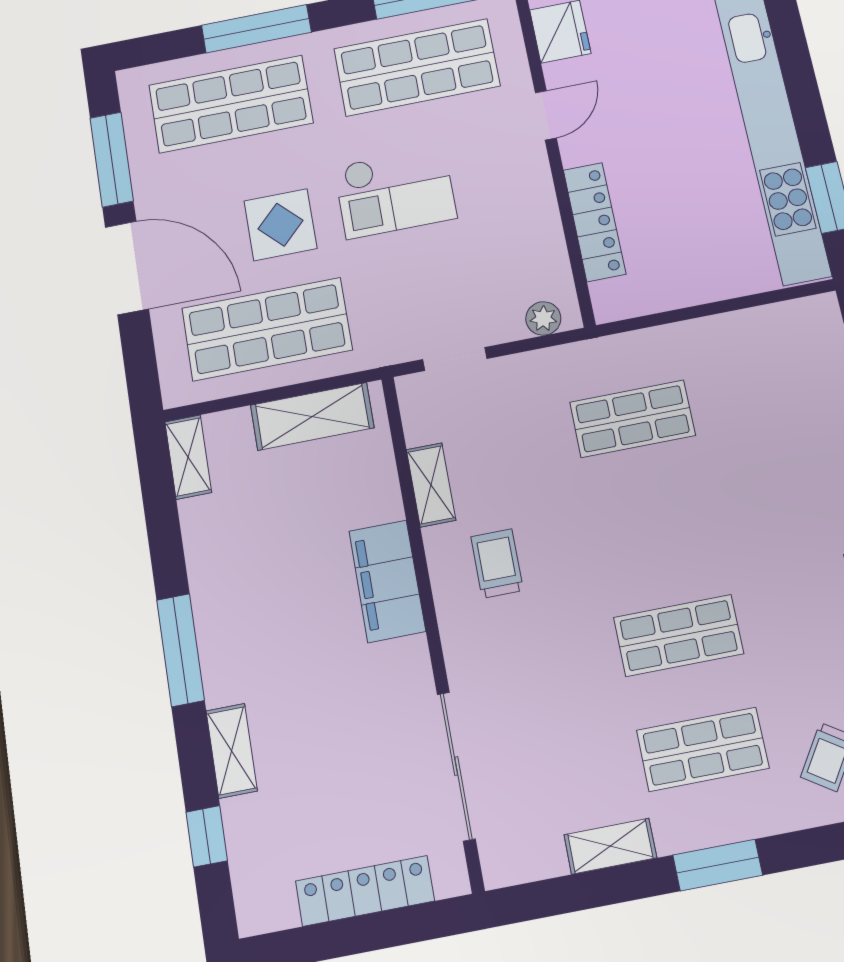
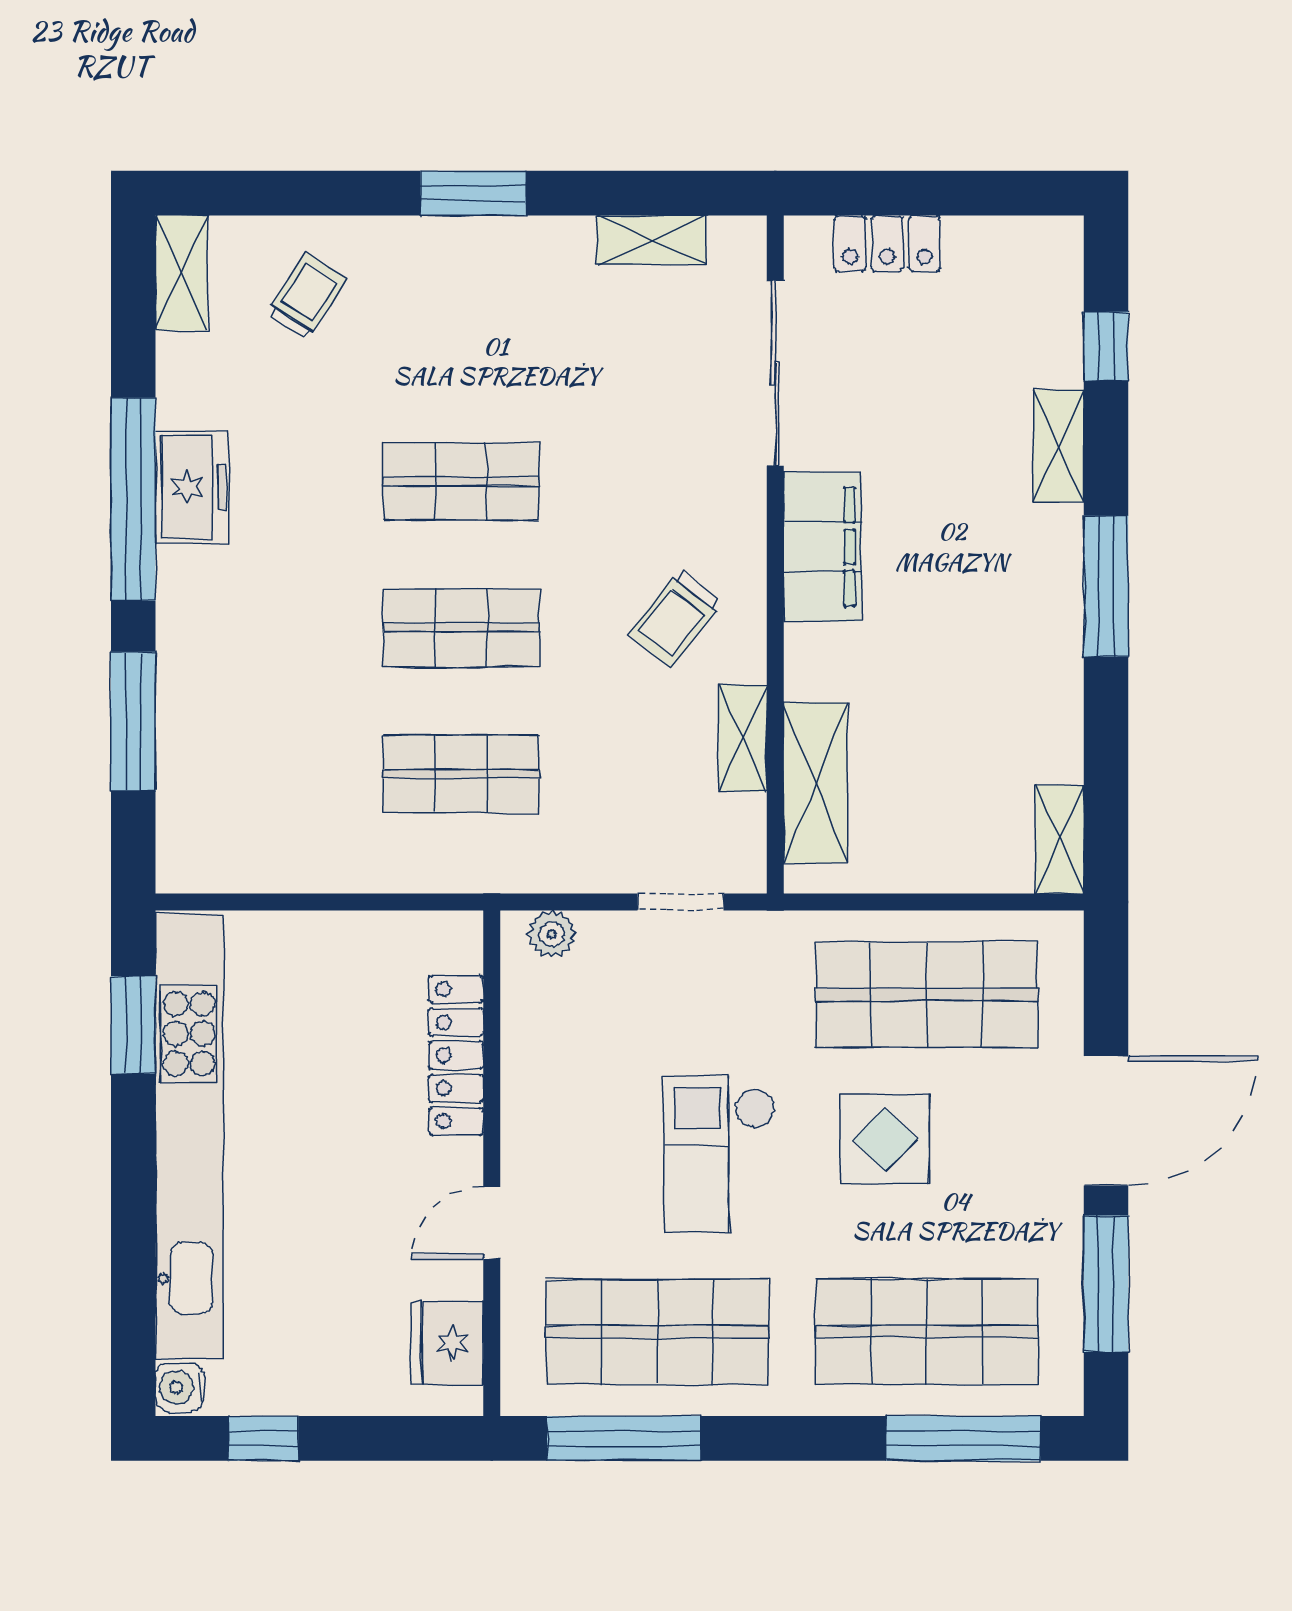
window: (256, 29) -> (963, 1438), moved
checkout: (395, 192) -> (719, 1154), turned -90
door: (127, 268) -> (1106, 1121), swing flipped
shelving: (312, 416) -> (816, 783), moved, turned 90
trolley: (497, 563) -> (676, 618), turned 38
filing cabinet: (387, 581) -> (822, 547), moved
shop shelf: (703, 749) -> (461, 628), moved
shelving: (610, 846) -> (652, 240), moved
locker: (365, 891) -> (887, 244), width x0.66

